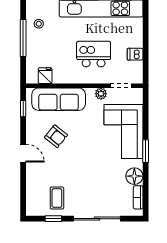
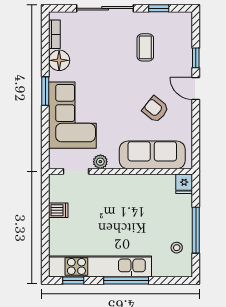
kitchen island: (94, 54) -> (109, 210), removed
fridge: (45, 76) -> (184, 184), moved
window: (23, 109) -> (196, 58), moved
coffee table: (57, 198) -> (145, 47), moved

